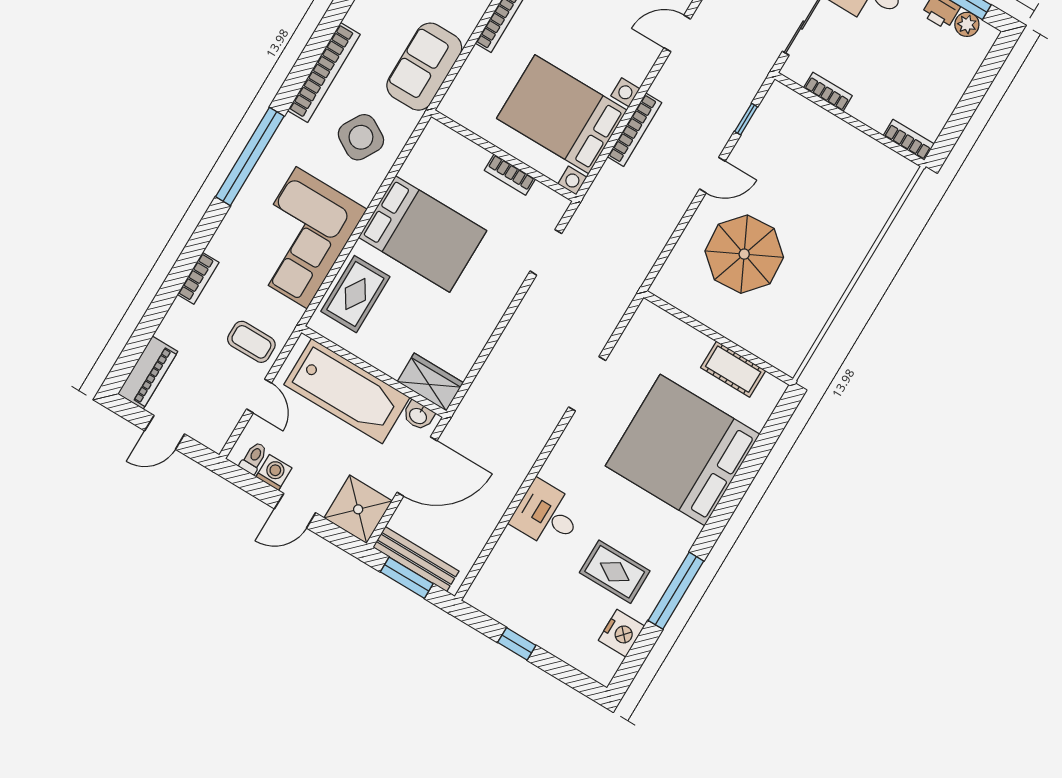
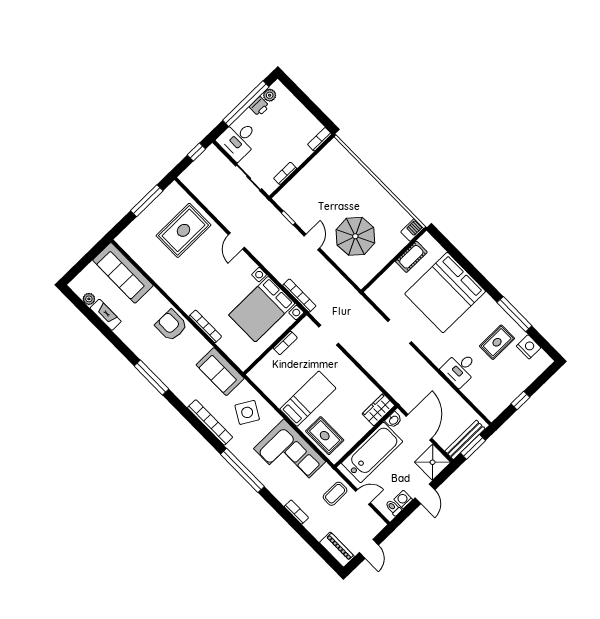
bookcase: (635, 130) -> (299, 296), moved
bed: (423, 234) -> (308, 399), width x0.67
barbecue: (784, 358) -> (412, 230), added

